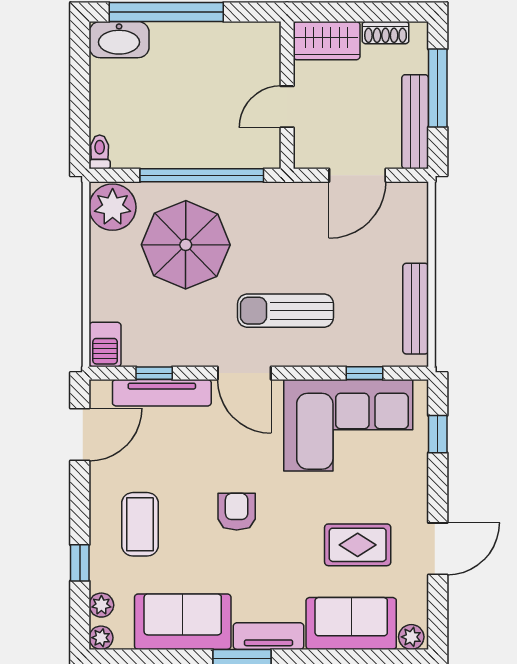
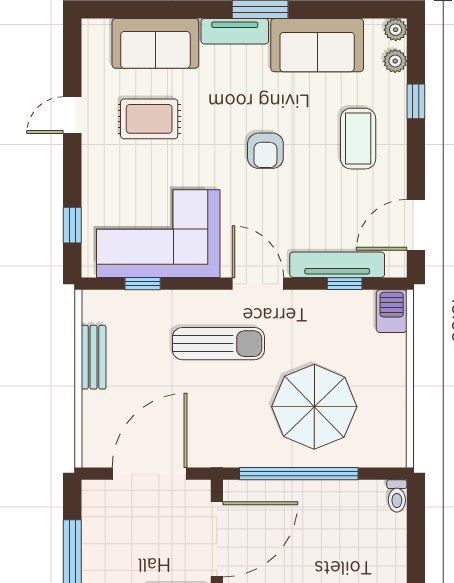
door: (287, 107) -> (217, 539), width x1.88
bench: (415, 122) -> (94, 525), removed
door: (357, 175) -> (150, 474), width x1.36
plant: (113, 207) -> (384, 443), removed
bench: (416, 309) -> (94, 357), width x0.73
door: (438, 549) -> (72, 115), width x0.73
plant: (411, 637) -> (98, 30), removed

